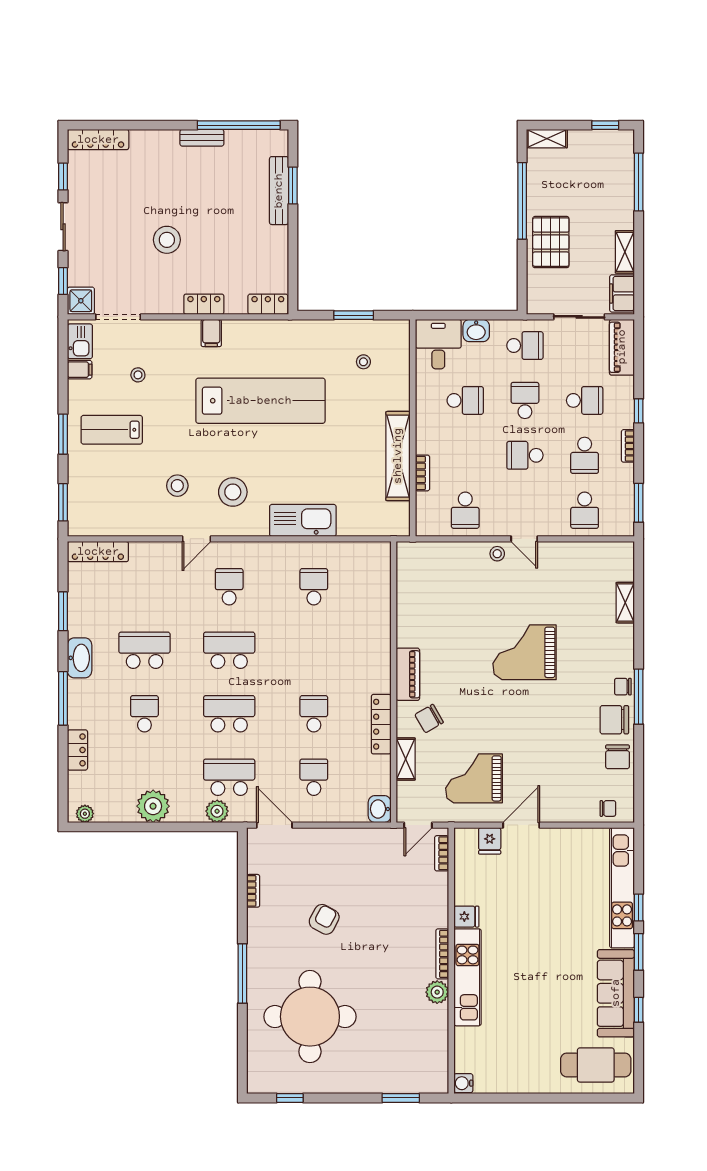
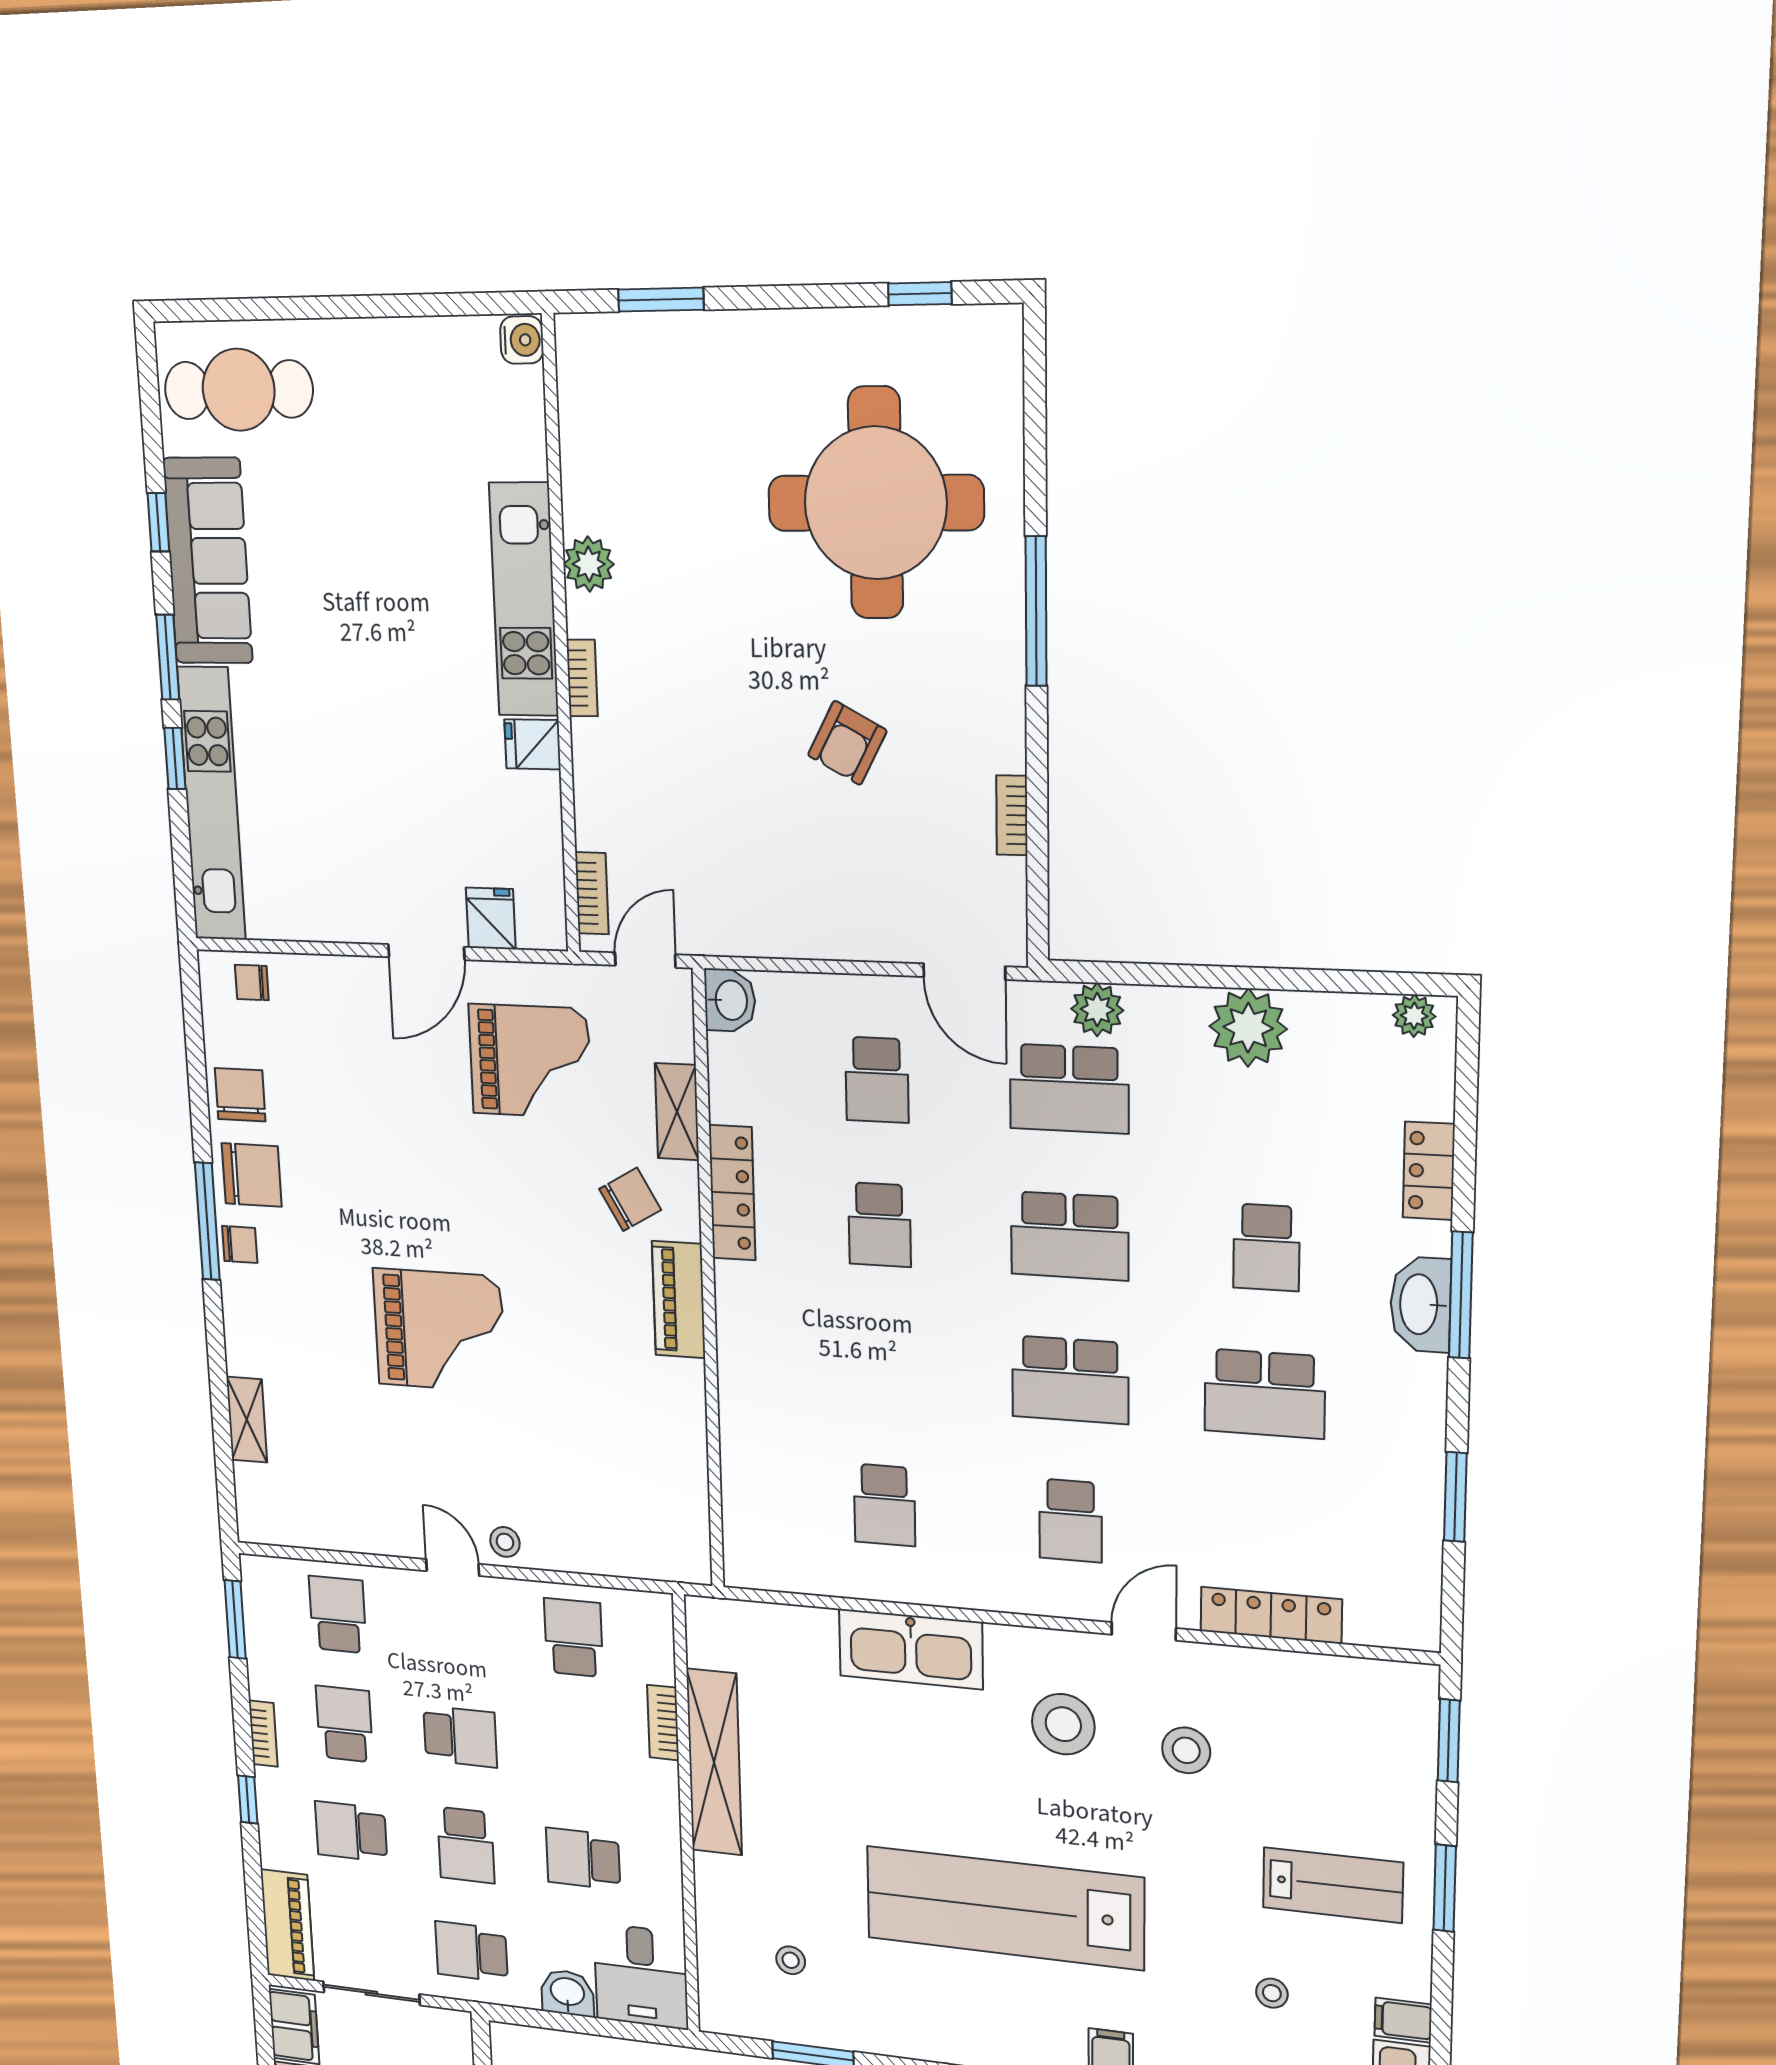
locker: (98, 552) -> (1271, 1615), moved
washbasin: (80, 658) -> (1420, 1304), moved
bookcase: (442, 954) -> (582, 678), width x0.64

